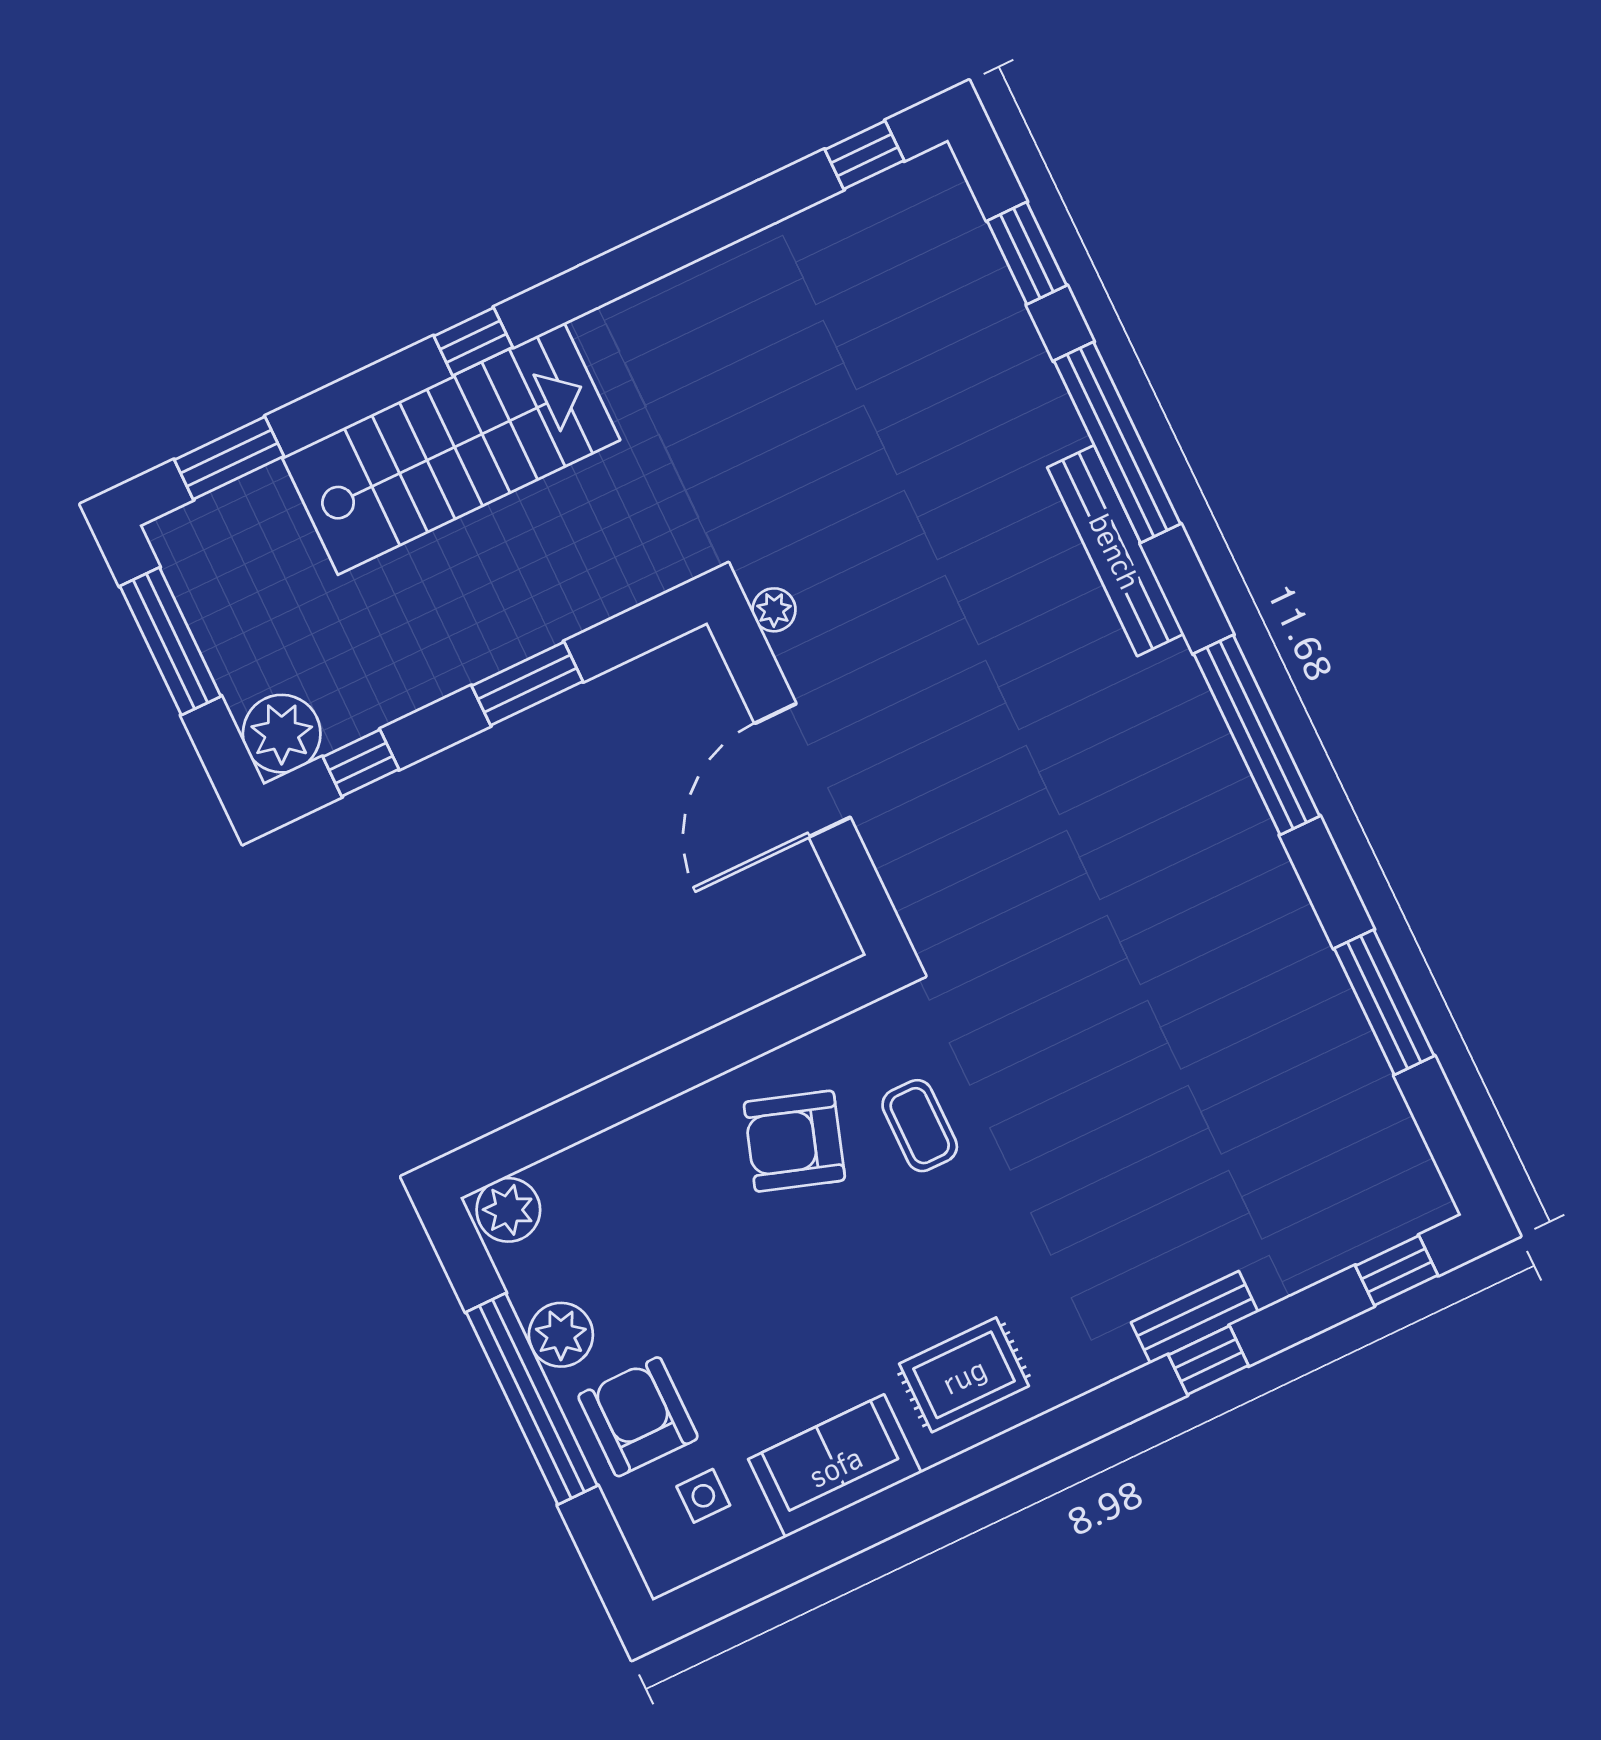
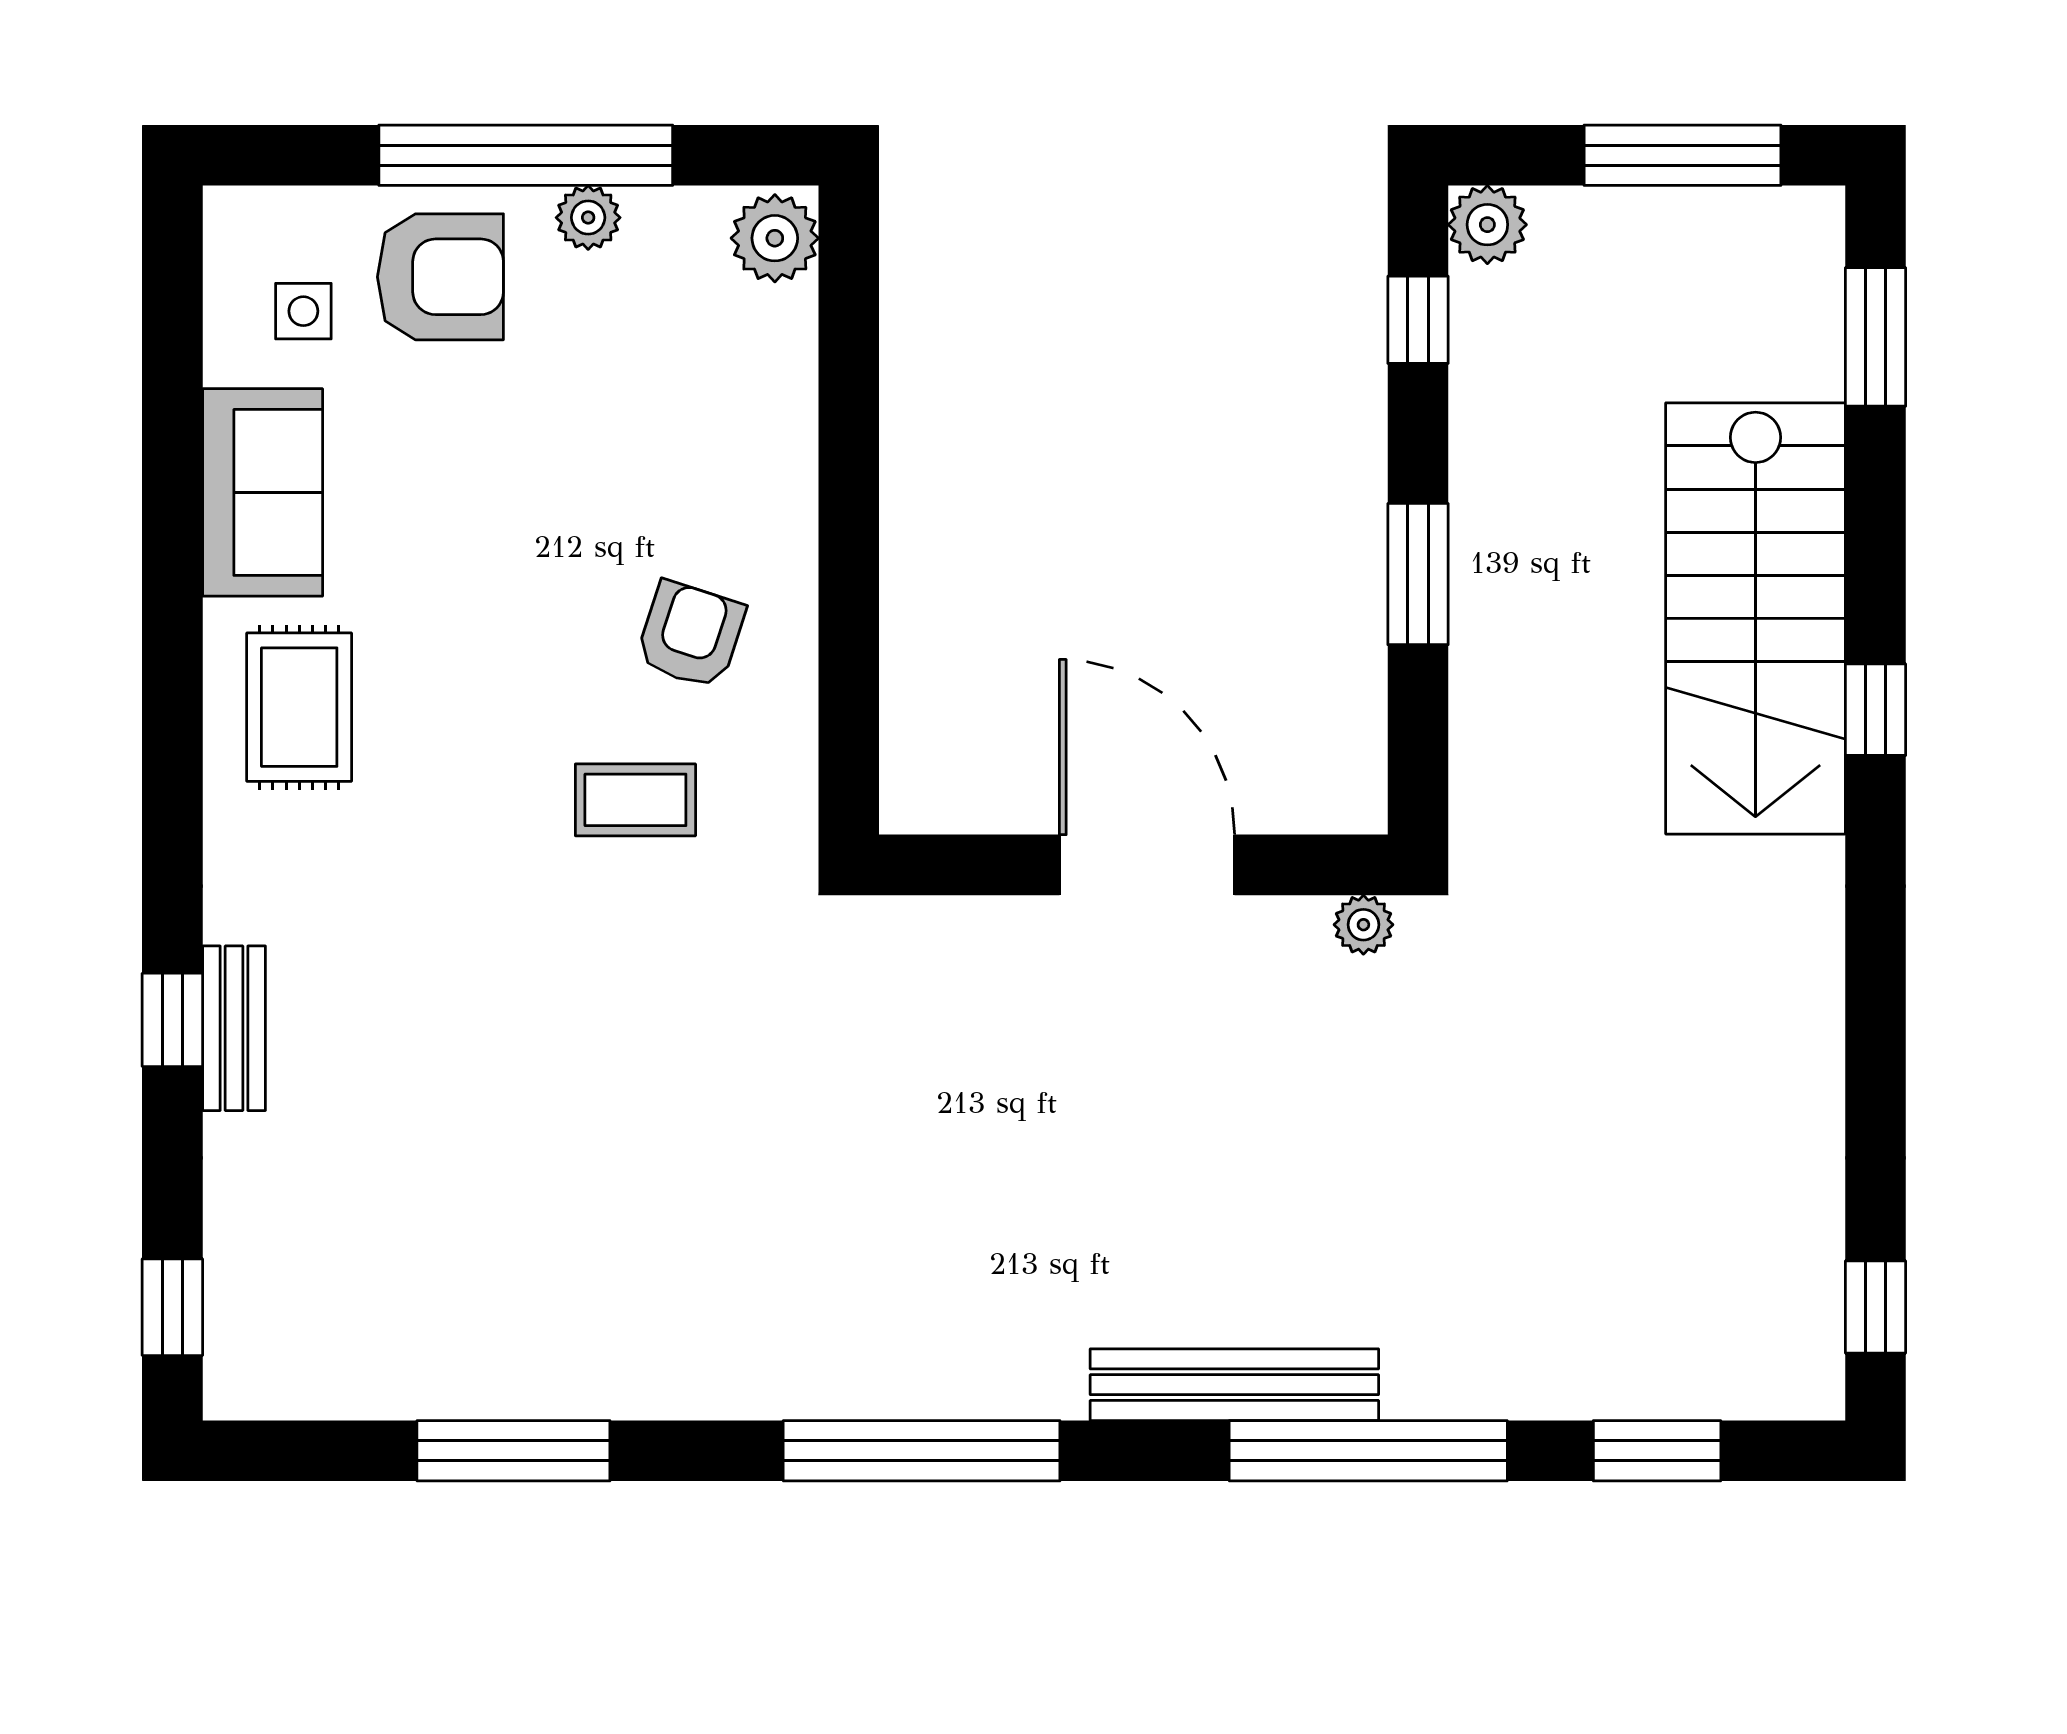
plant: (282, 734) -> (1487, 225), width x0.73, depth x0.73
armchair: (794, 1141) -> (690, 635), width x0.72, depth x0.72
plant: (561, 1335) -> (588, 218), width x0.73, depth x0.73

